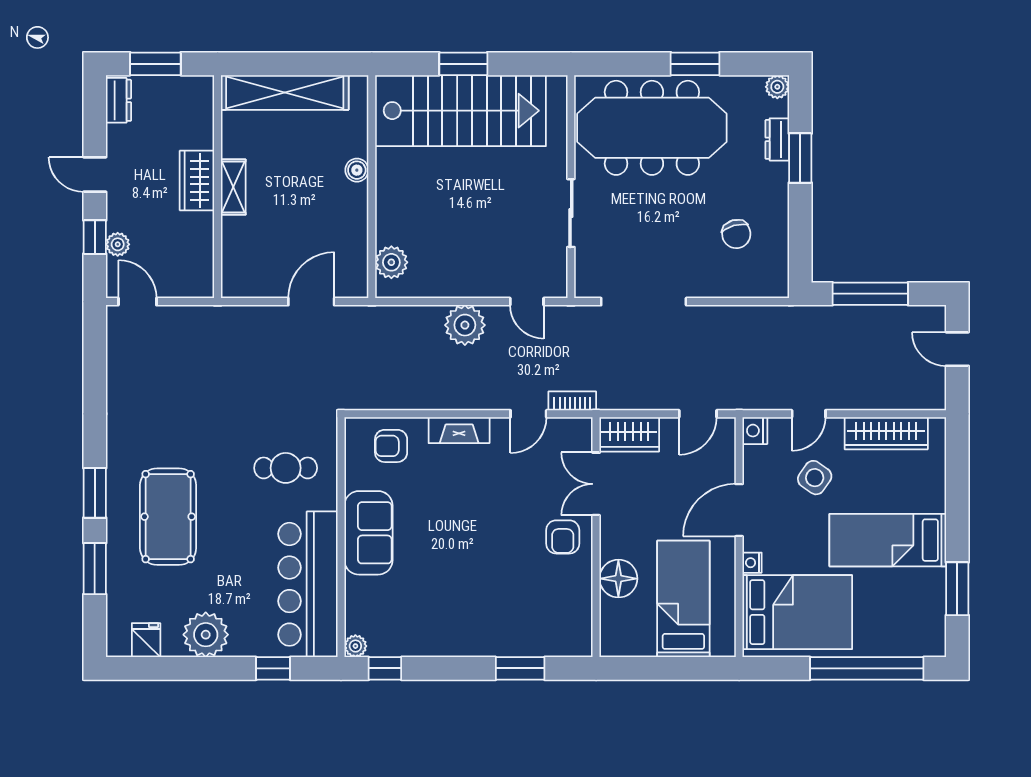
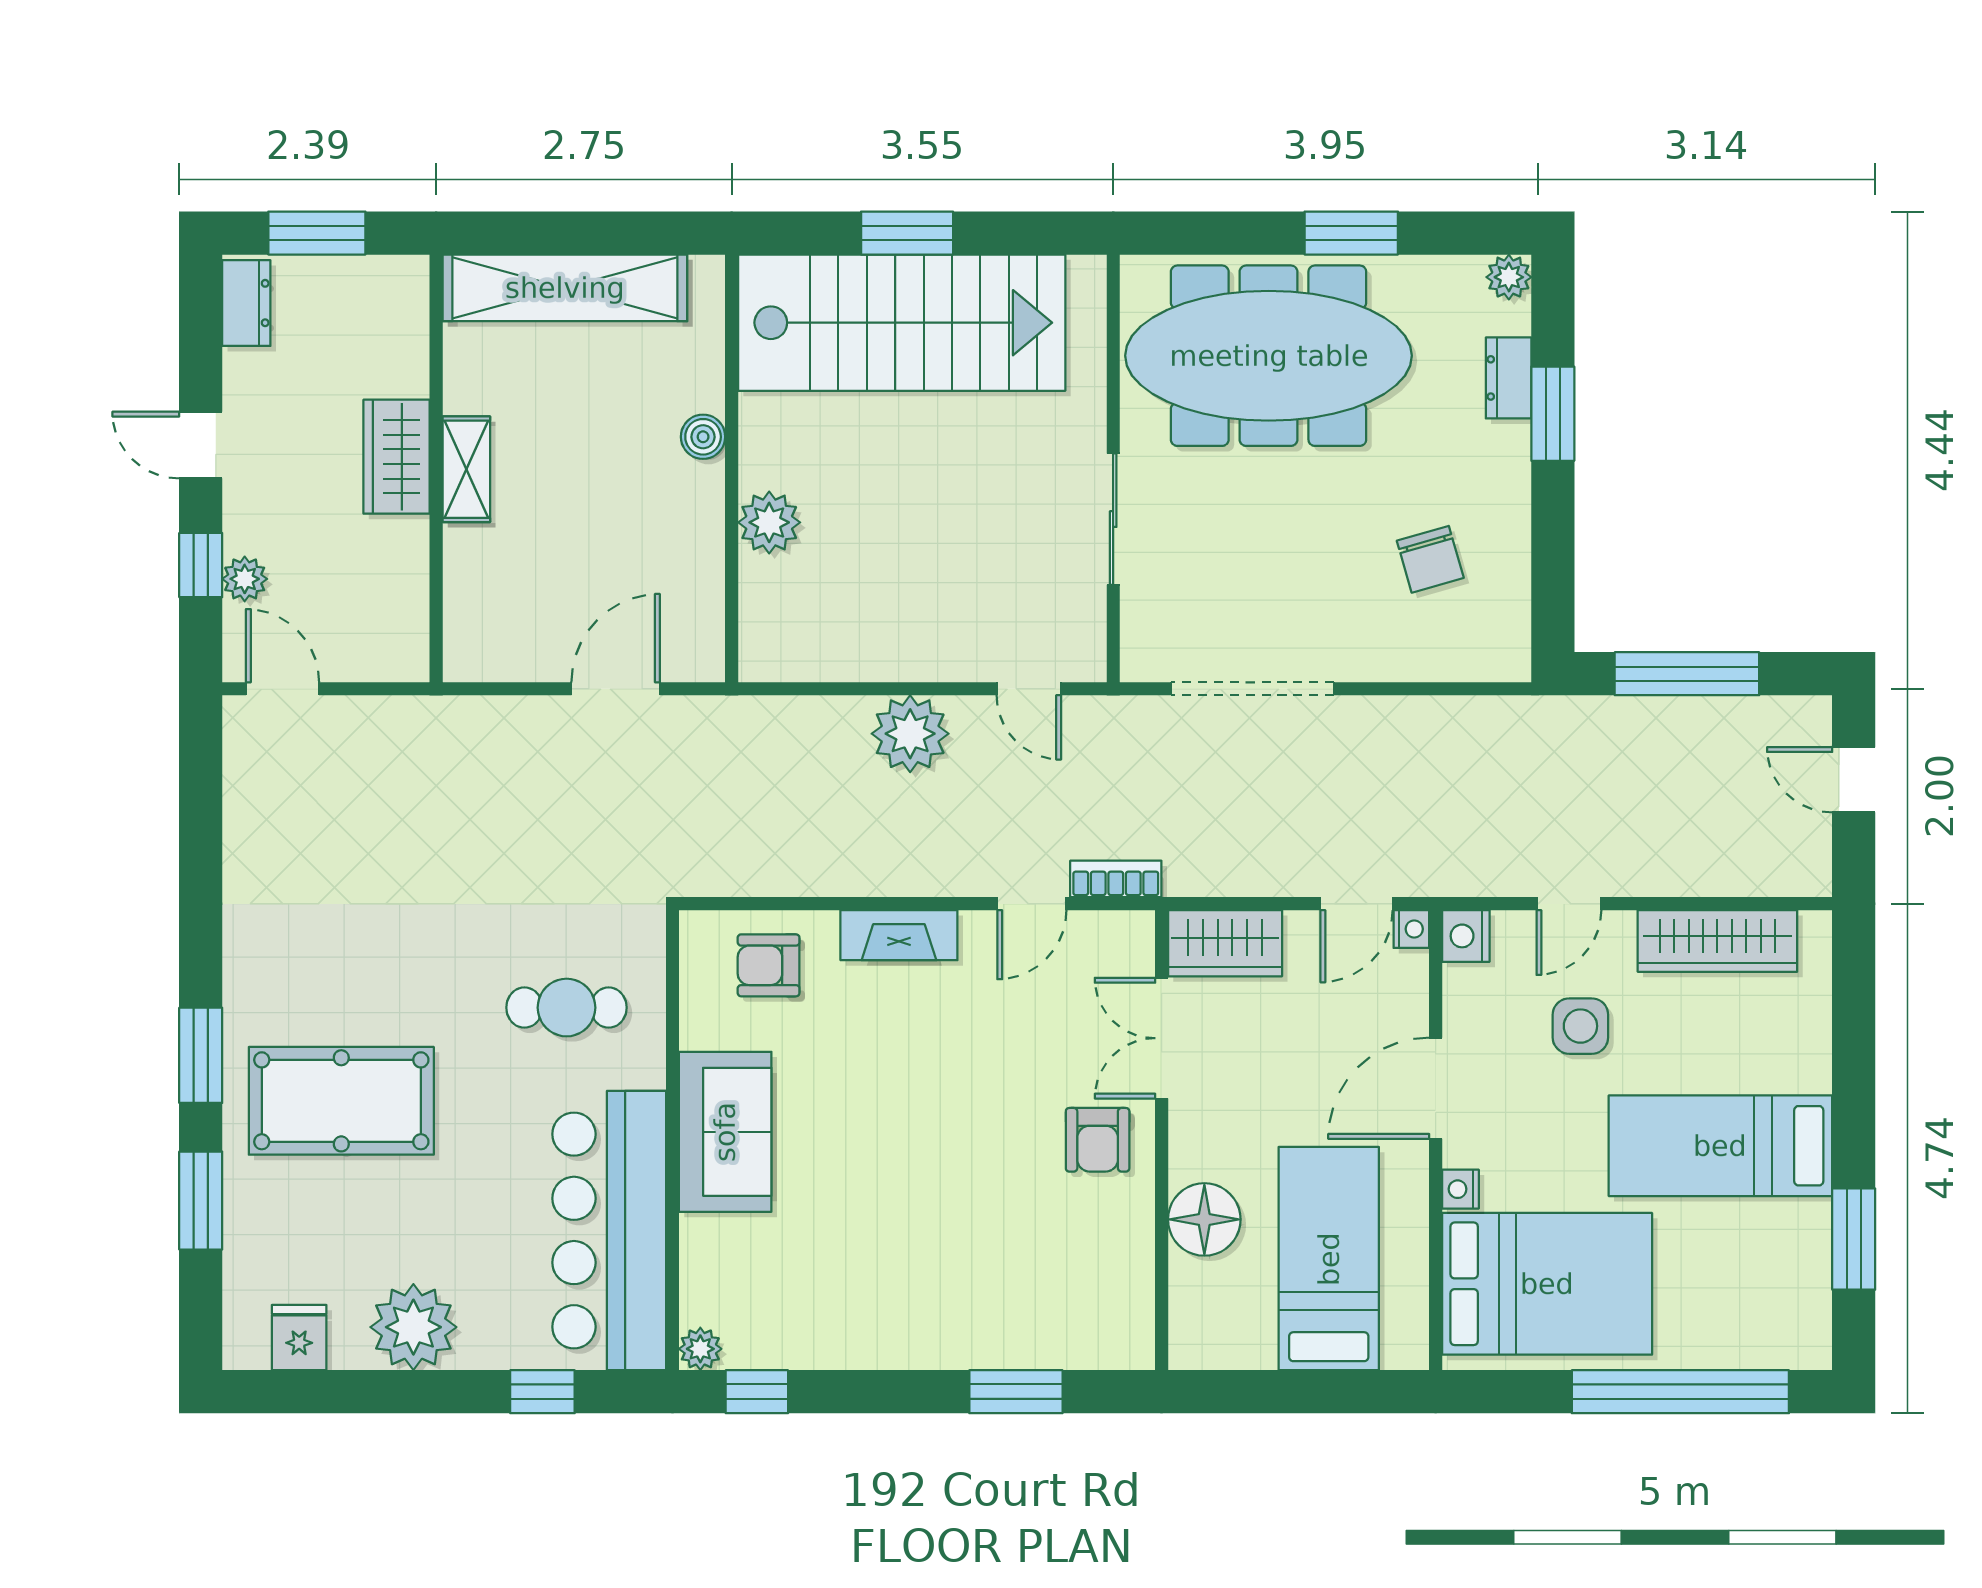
plant: (391, 262) -> (769, 522), moved
nightstand: (726, 427) -> (1411, 929), added
side table: (815, 478) -> (1580, 1026), turned -35
pool table: (168, 517) -> (341, 1101), turned 90

